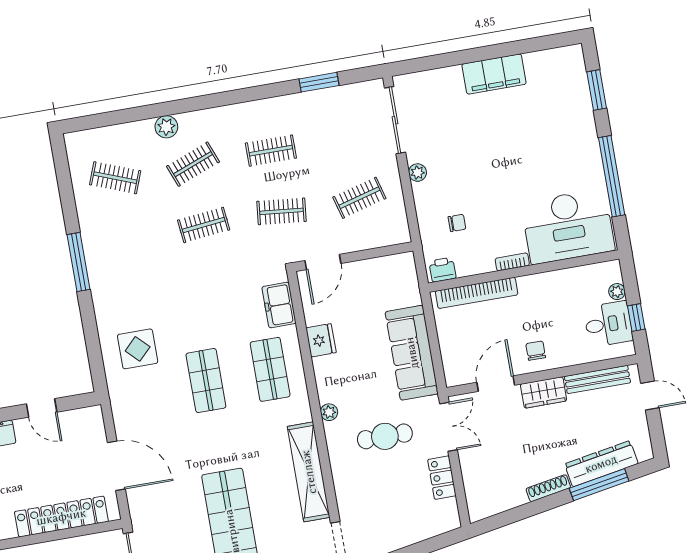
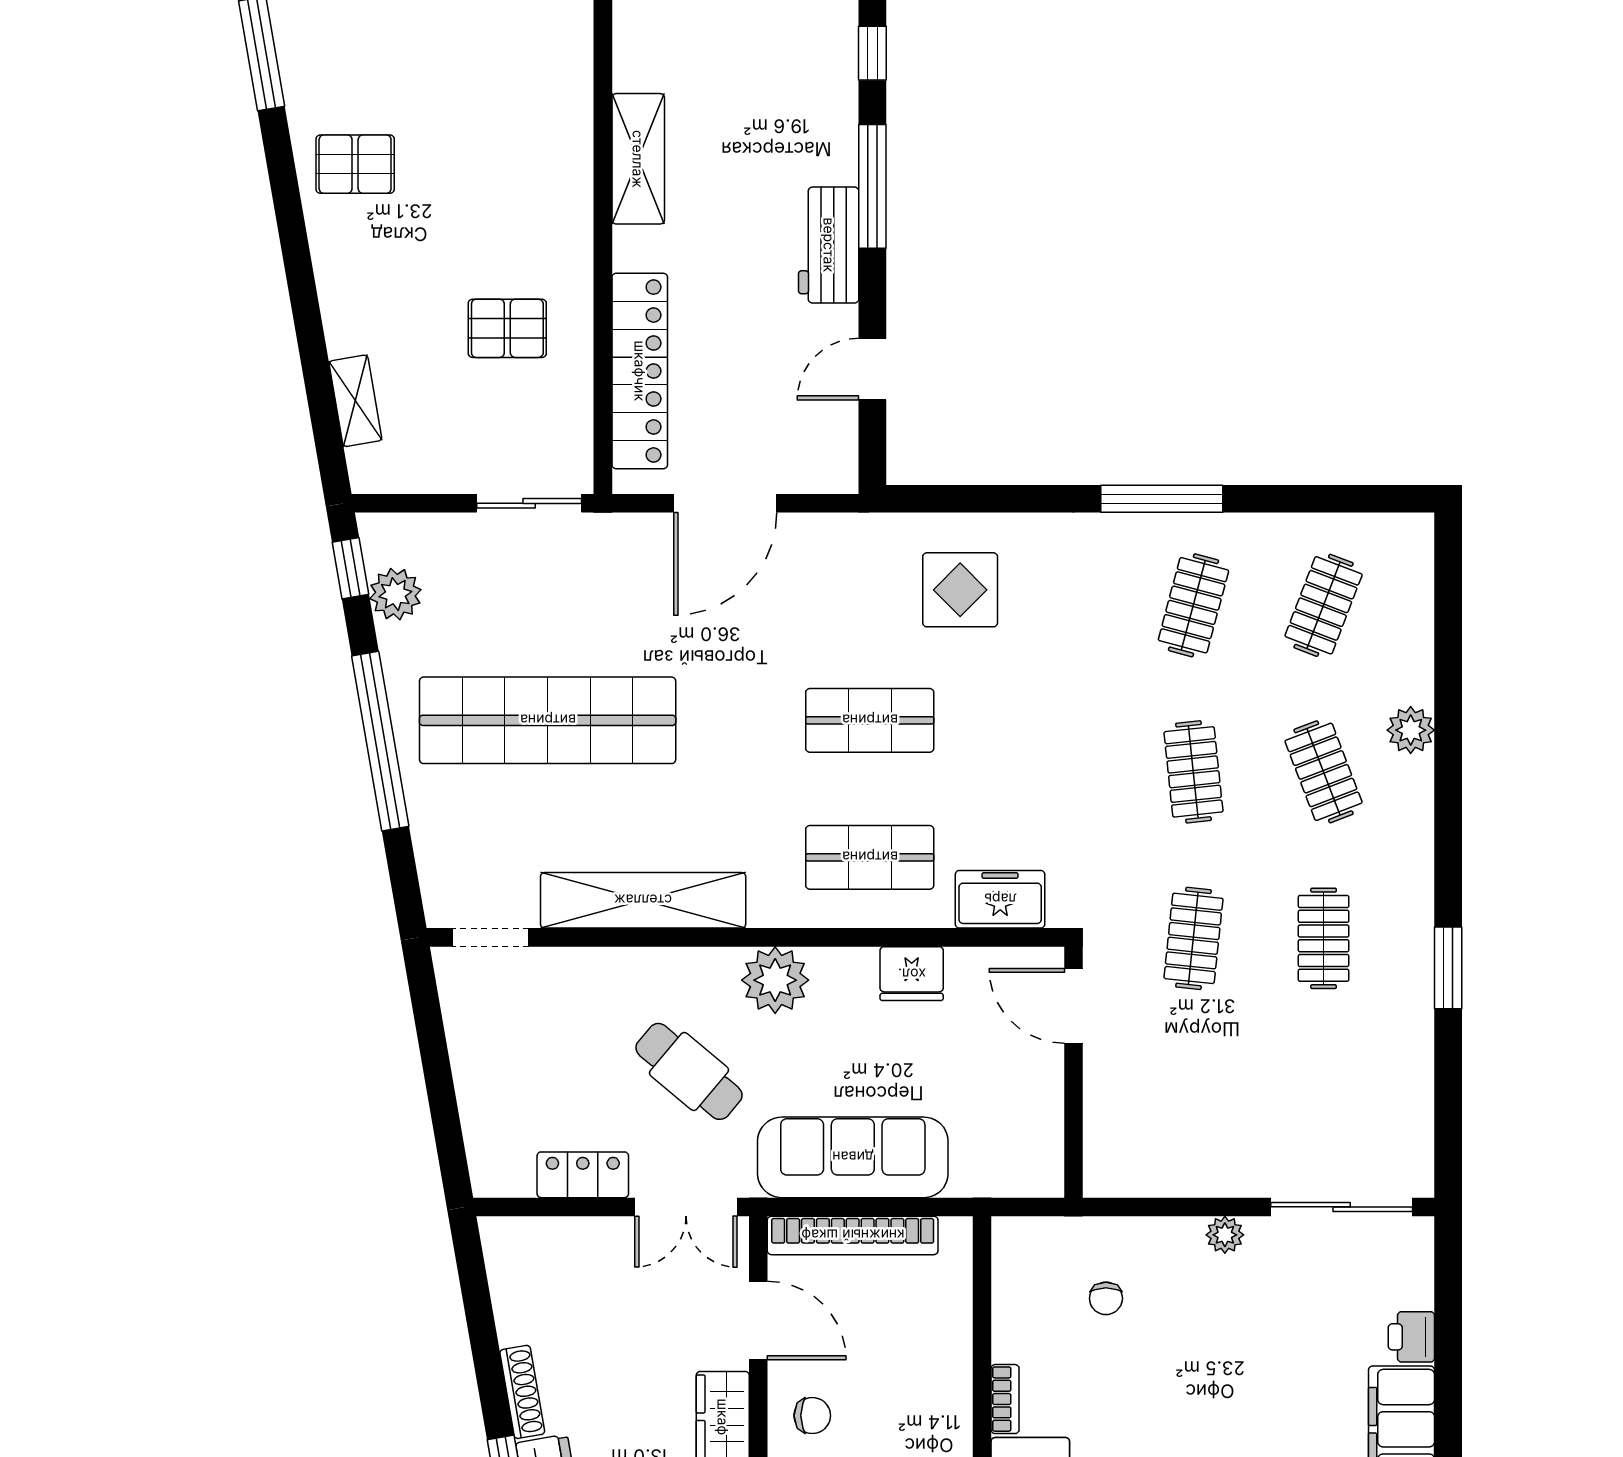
window: (319, 82) -> (1448, 968), moved
clothes rail: (359, 198) -> (1193, 605), moved, turned 30
printer: (443, 270) -> (1411, 1337), moved, turned 180
bookcase: (477, 293) -> (853, 1235), moved, turned -90
plant: (329, 412) -> (775, 980), width x1.87, depth x1.87
cafe table: (385, 436) -> (689, 1071), turned -50

